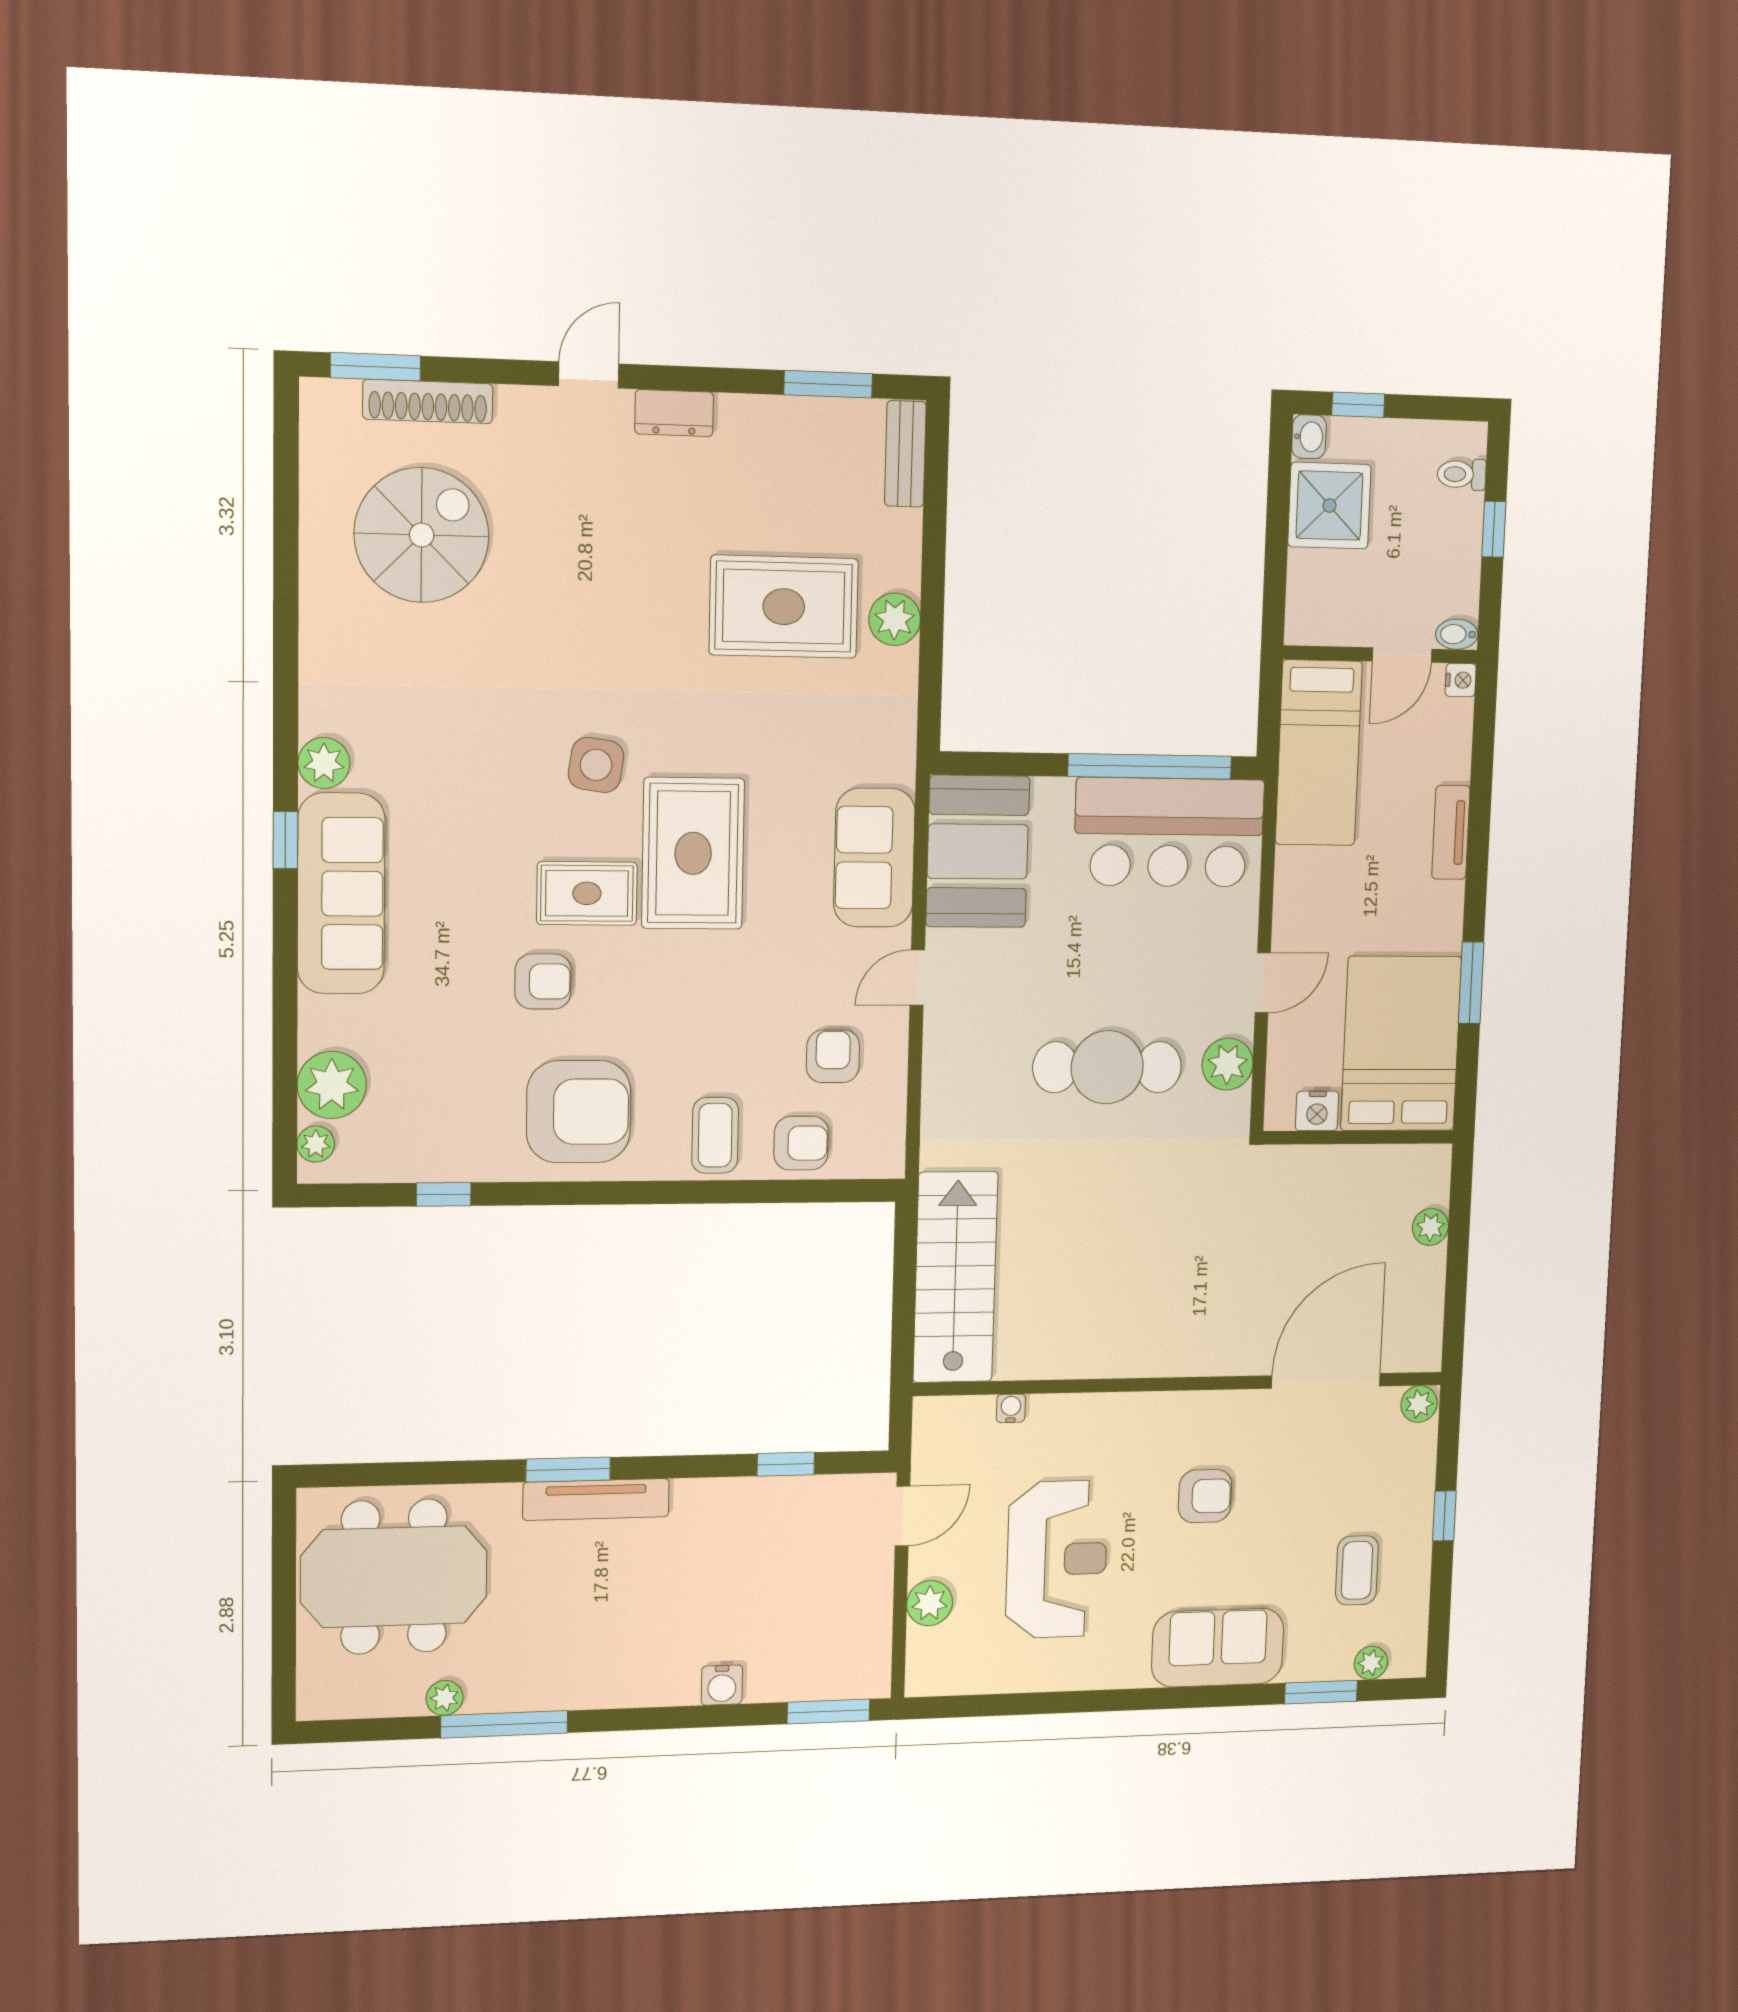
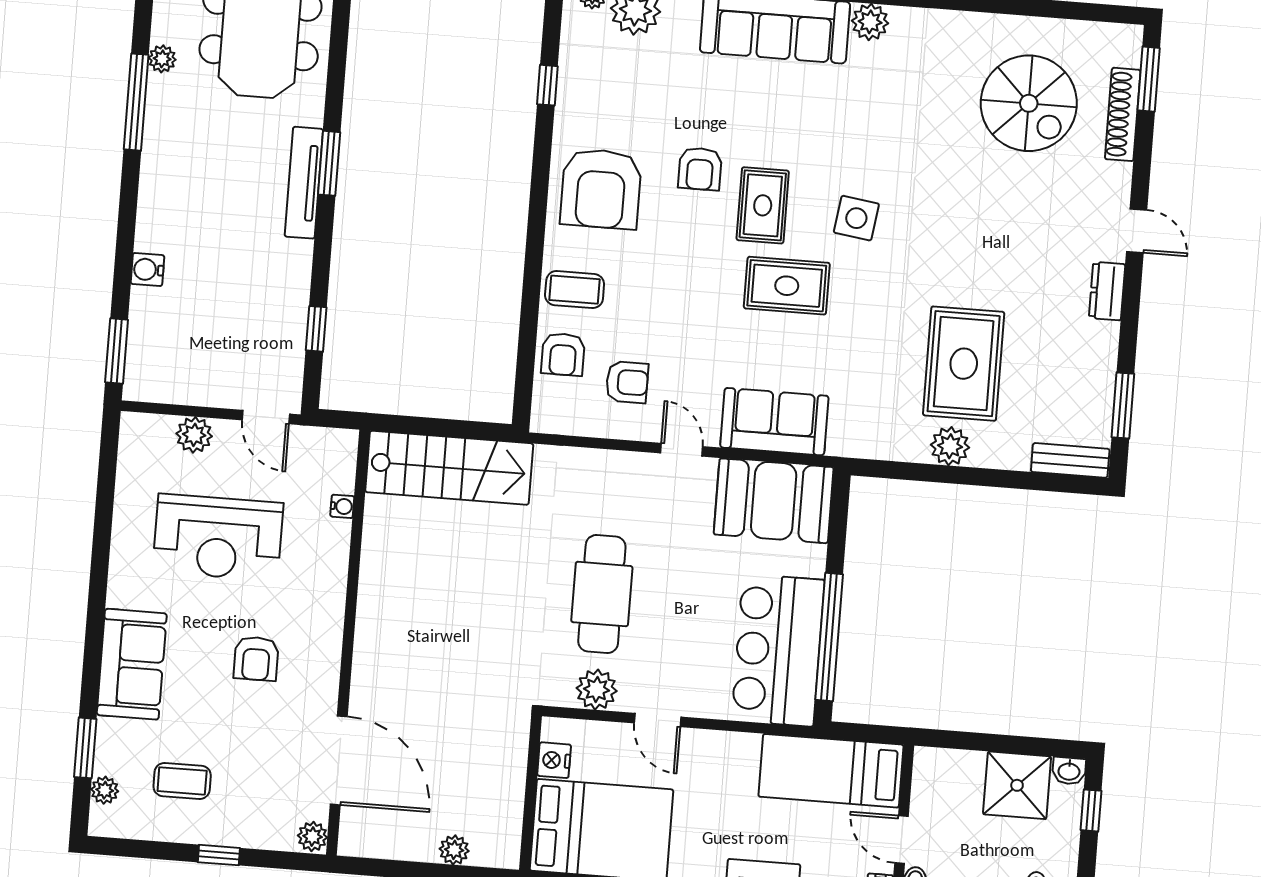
rug: (693, 853) -> (787, 286), width x0.73, depth x0.70

